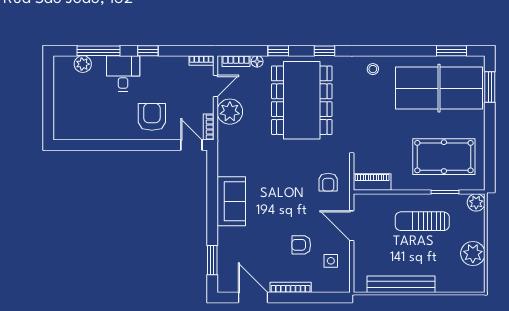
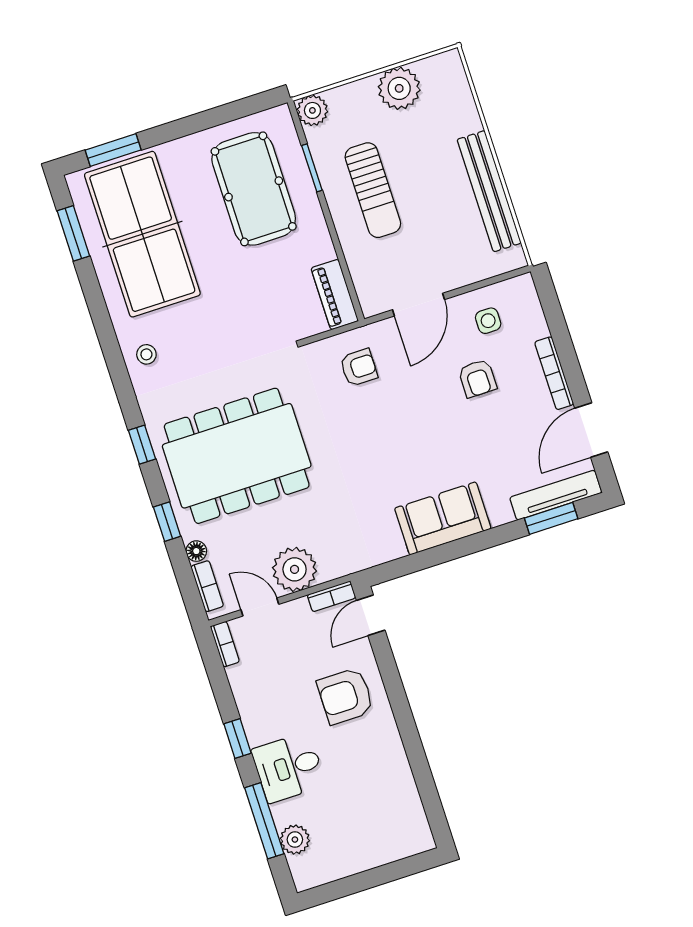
tv unit: (224, 267) -> (556, 495), added

